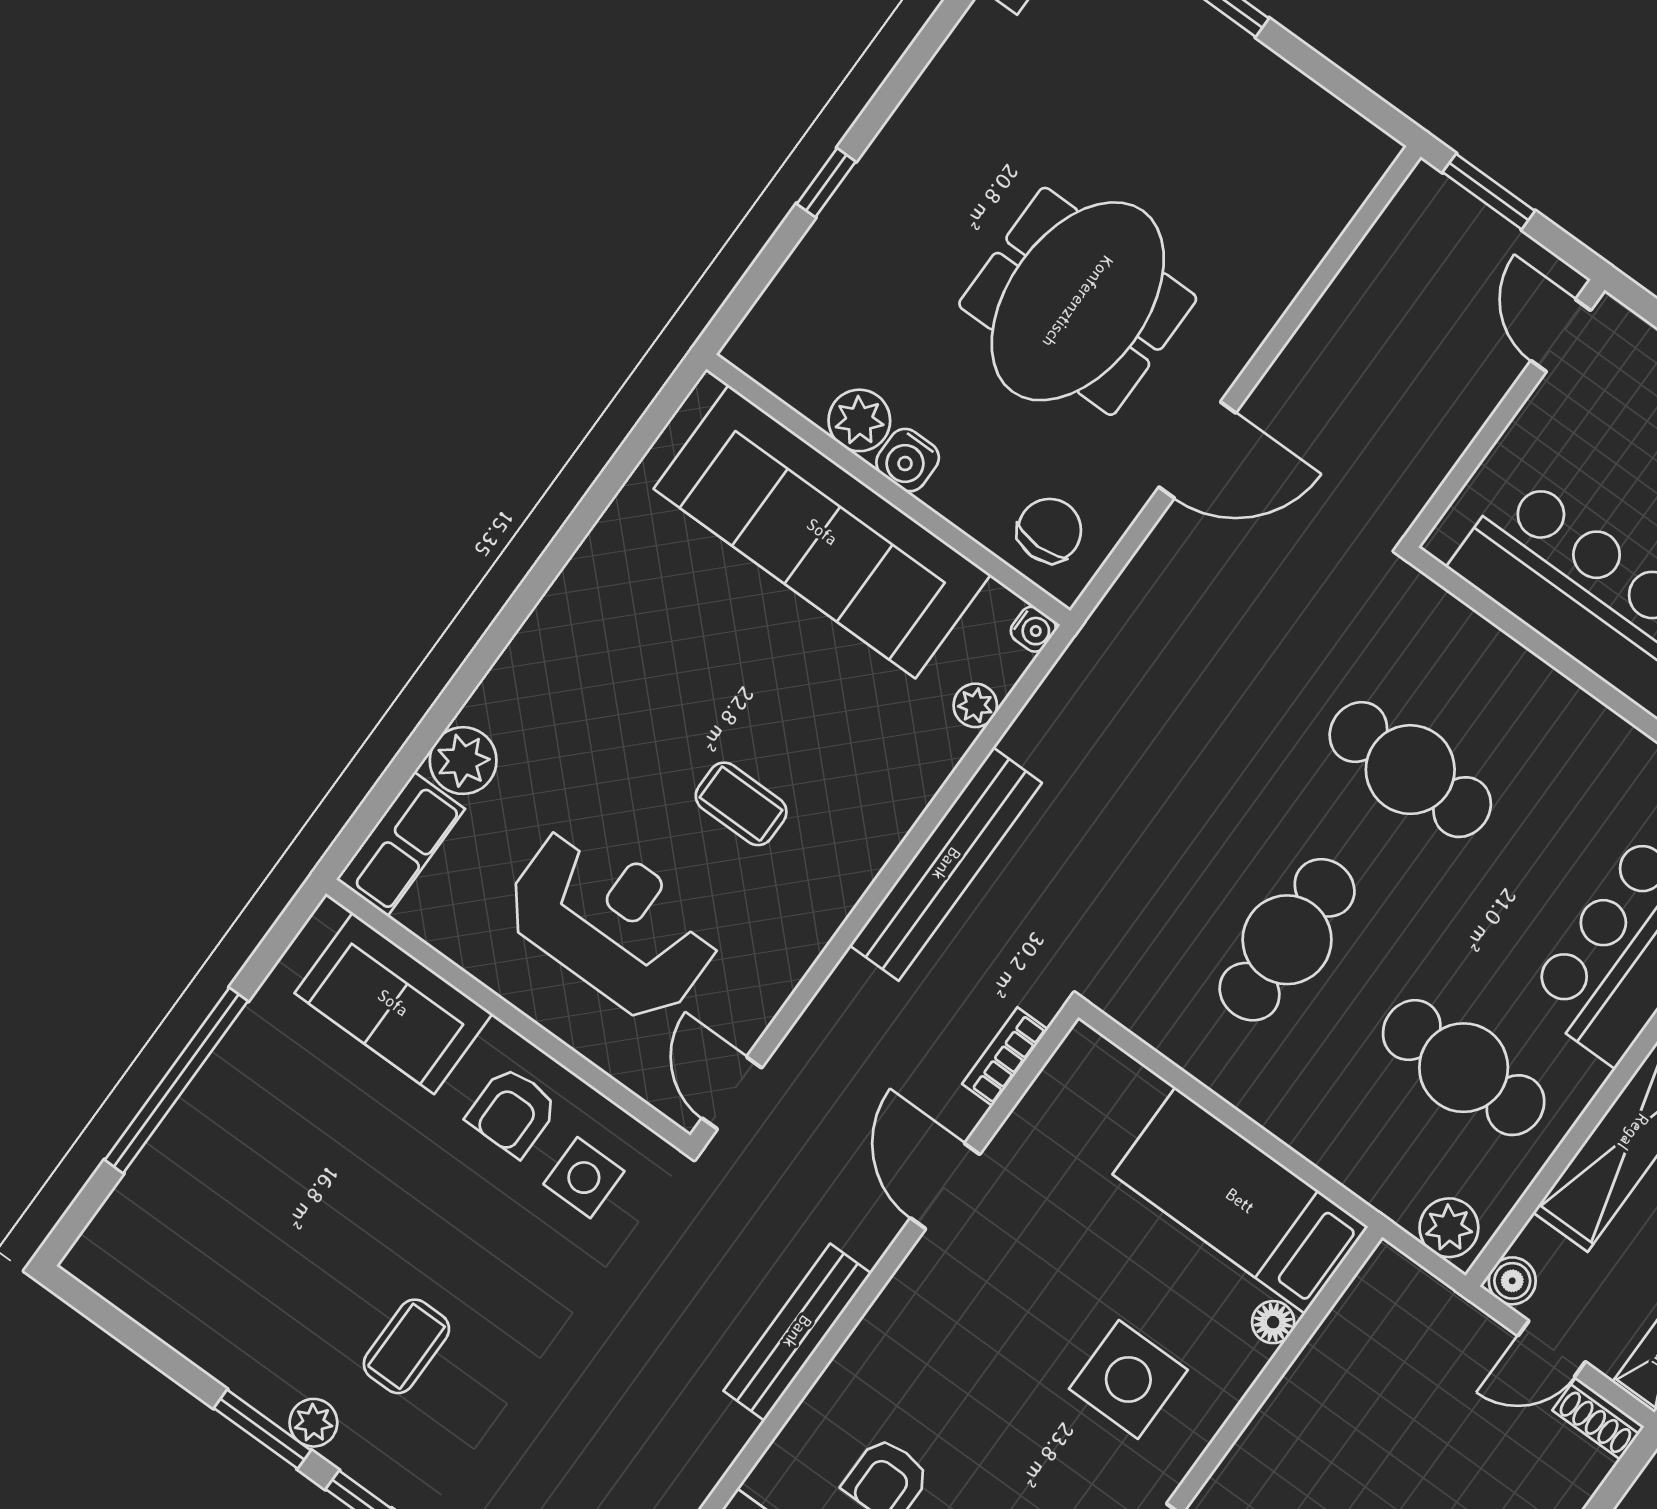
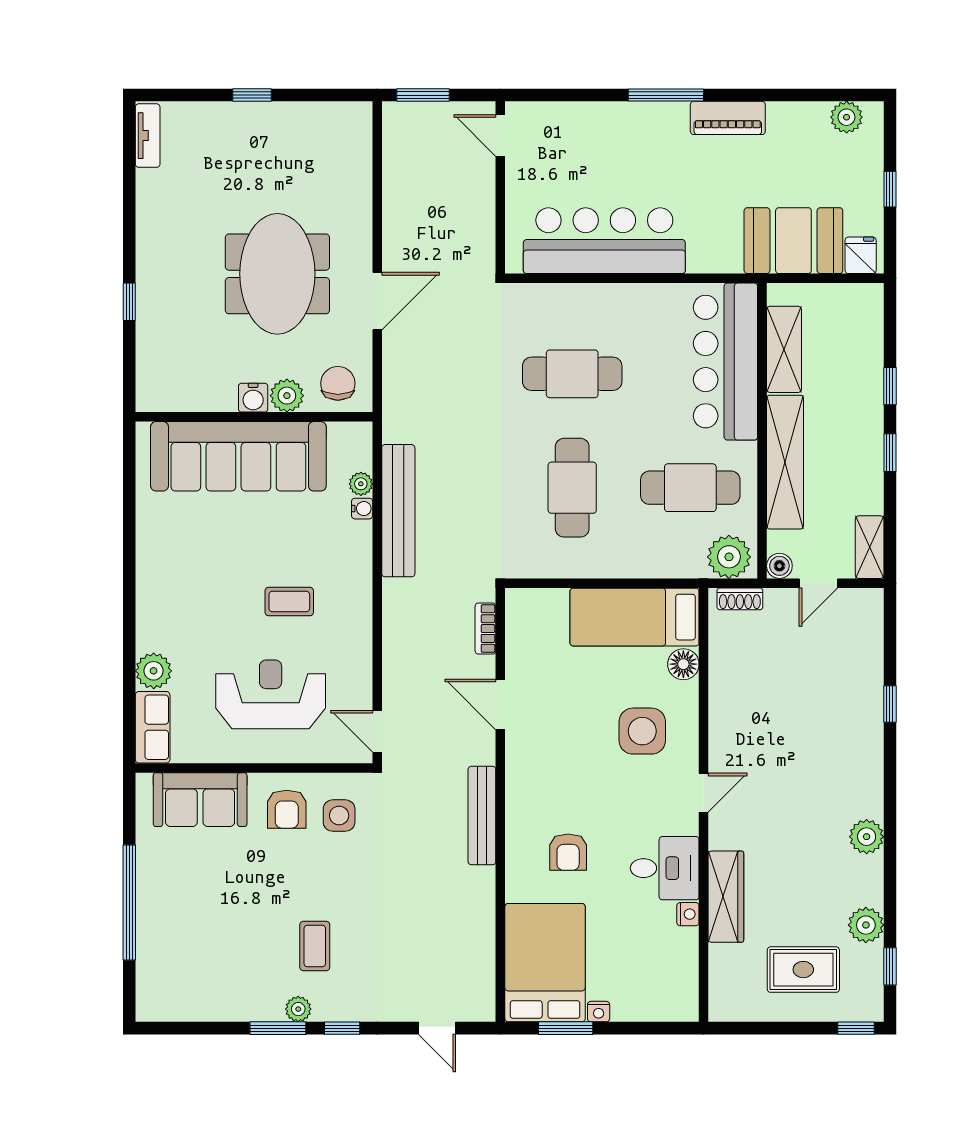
plant: (859, 420) -> (287, 396), moved
water cooler: (1033, 629) -> (362, 509), moved
bench: (946, 864) -> (398, 511), moved
plant: (1449, 1228) -> (729, 557), width x1.36, depth x1.36
floor lamp: (1273, 1322) -> (683, 664), width x1.37, depth x1.37
shoe rack: (1598, 1418) -> (740, 599), moved

